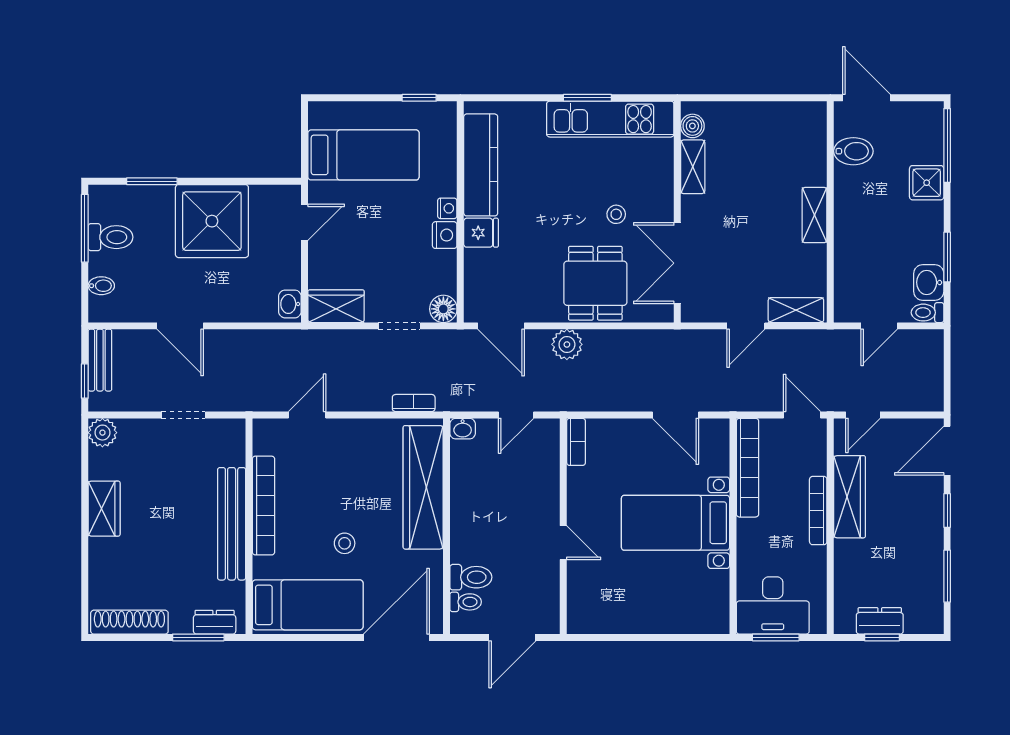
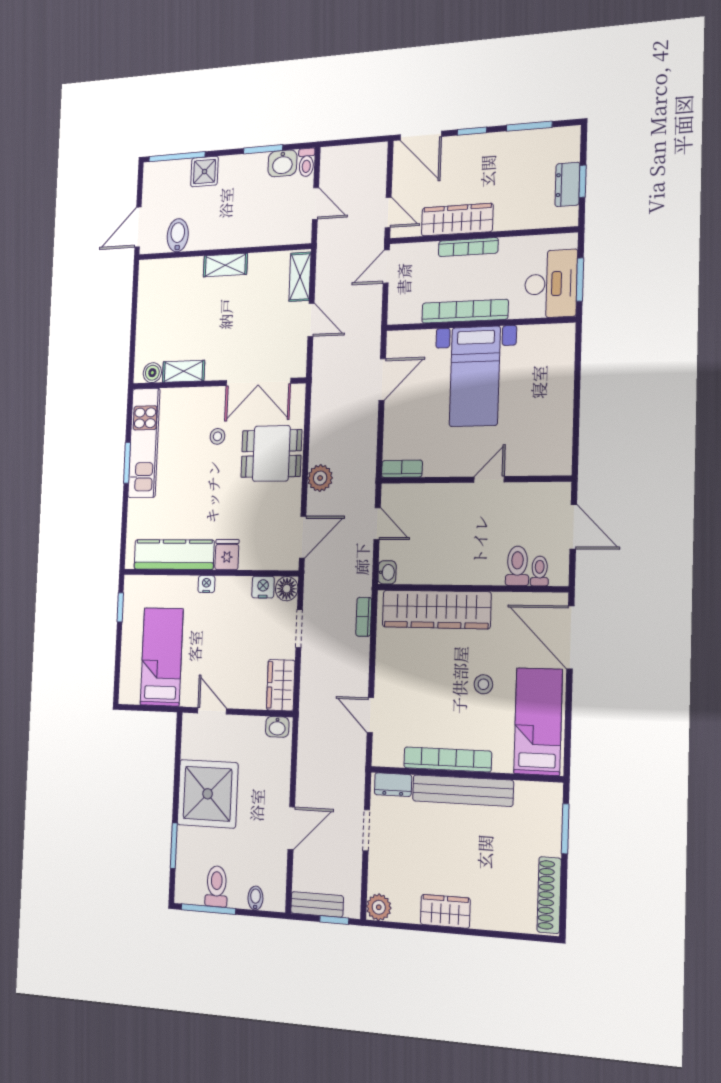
nightstand: (445, 235) -> (263, 587), moved
bookcase: (747, 468) -> (465, 311), moved
dresser: (215, 622) -> (393, 785), moved, turned -90

